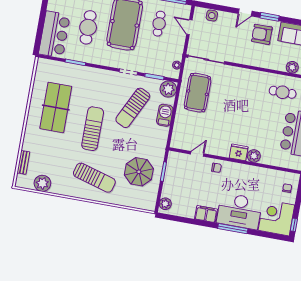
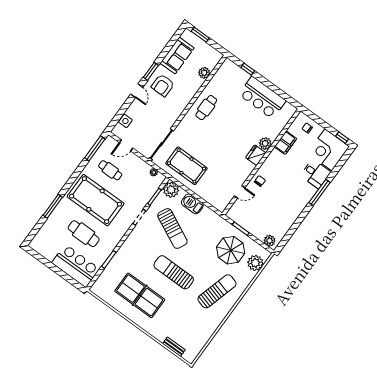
cafe table: (283, 92) -> (206, 108), moved
door: (197, 154) -> (240, 192), swing flipped
plant: (42, 183) -> (255, 263), moved
desk: (239, 211) -> (316, 174), width x0.53, depth x0.77
filing cabinet: (206, 214) -> (286, 143), moved, turned 180

